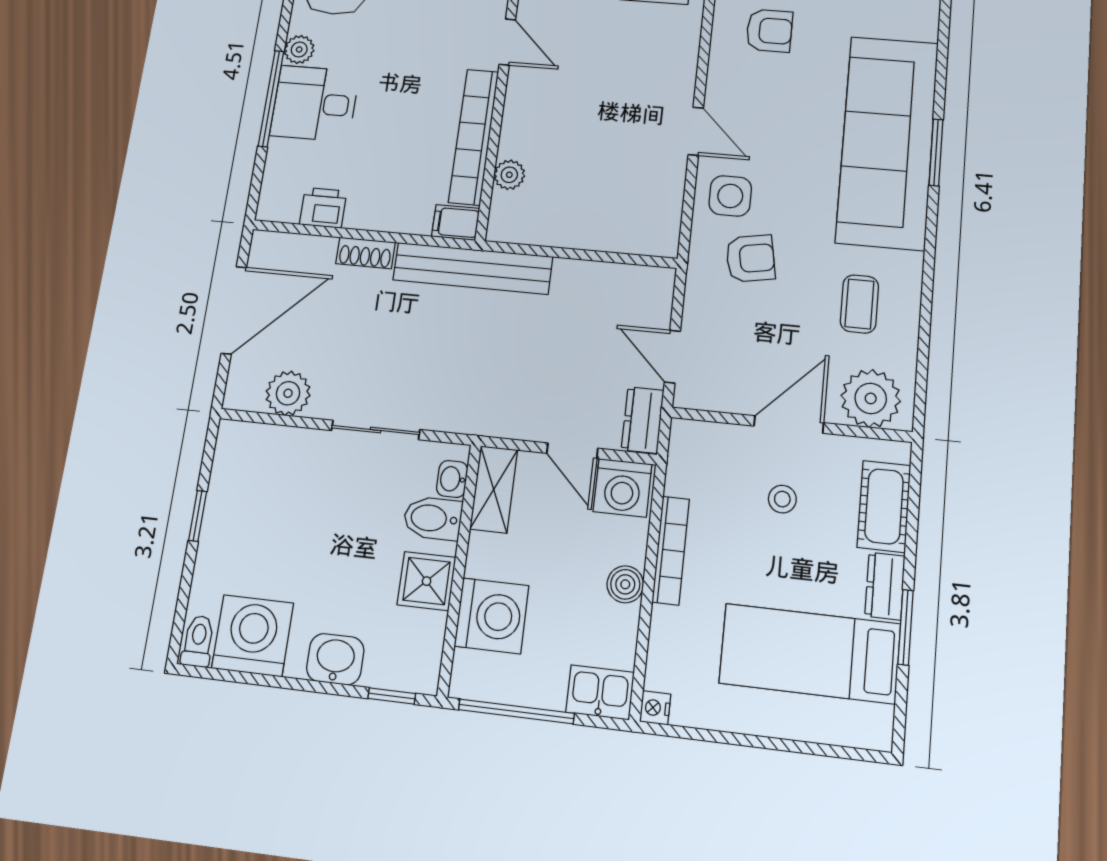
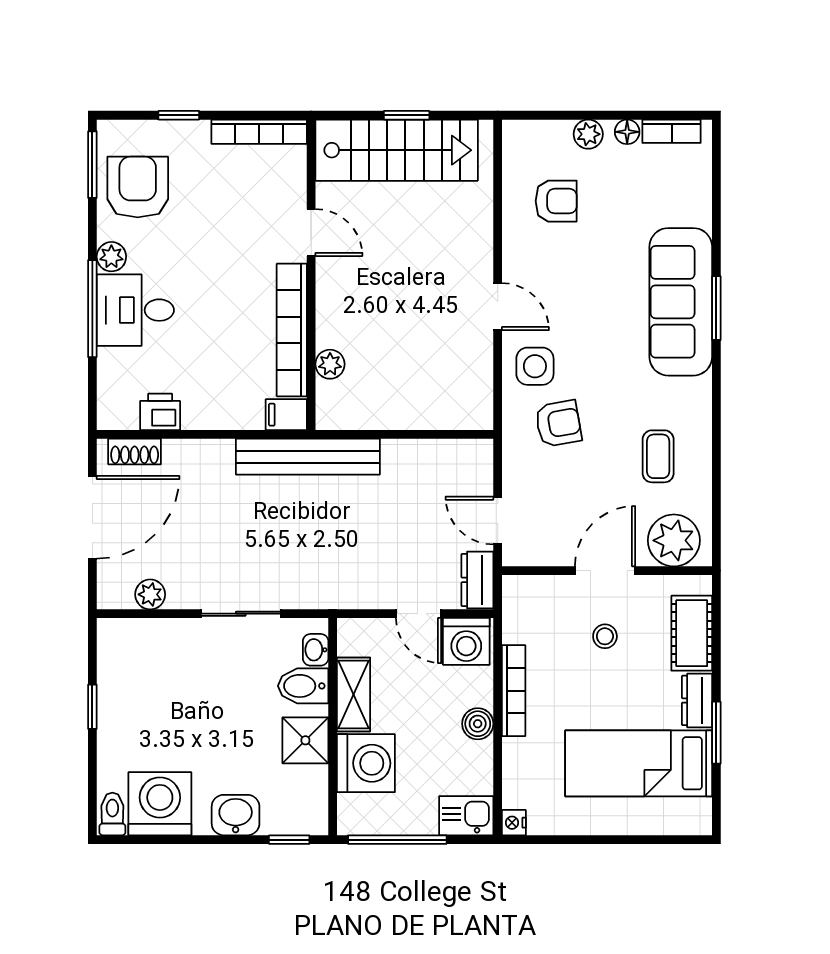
sofa: (887, 142) -> (681, 302), width x0.74, depth x0.79
shoe rack: (365, 253) -> (135, 451), moved
plant: (288, 393) -> (150, 594), width x0.73, depth x0.73
shelving: (494, 489) -> (354, 694), moved

